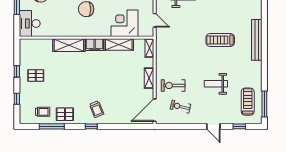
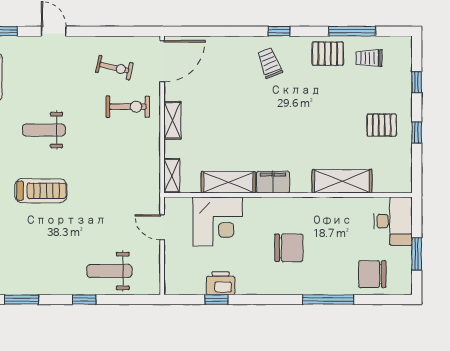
shelving: (69, 45) -> (342, 181), moved
weight bench: (216, 84) -> (44, 130), moved, turned 180

